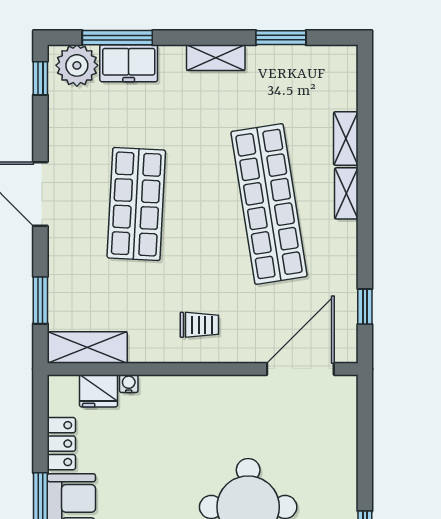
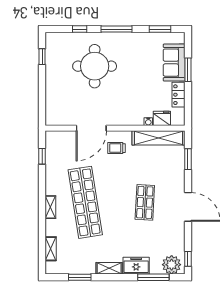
freezer: (129, 63) -> (136, 266), moved
shelving: (346, 138) -> (51, 249), moved
shop shelf: (136, 204) -> (145, 202), width x0.70, depth x0.74
shelving: (87, 347) -> (159, 138), width x1.47
door: (300, 369) -> (91, 128), moved

